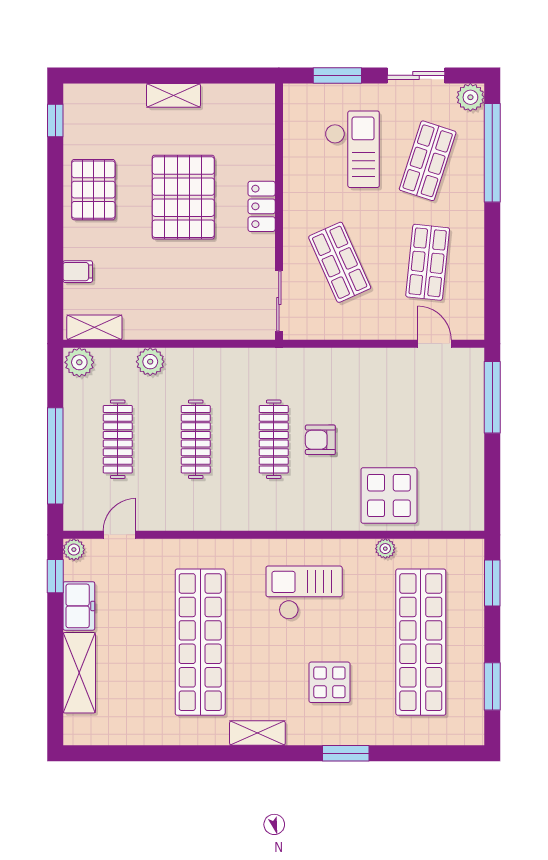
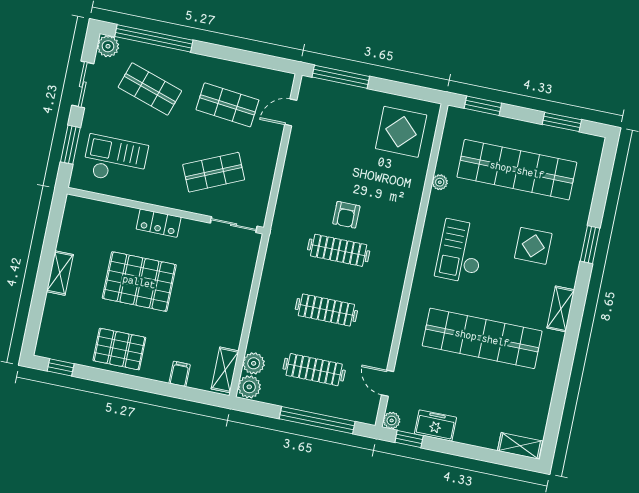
checkout: (352, 149) -> (115, 160), moved
plant: (150, 362) -> (254, 363), moved
display table: (389, 496) -> (401, 132), moved
shelving: (79, 673) -> (520, 446), moved, width x0.67, depth x0.75

